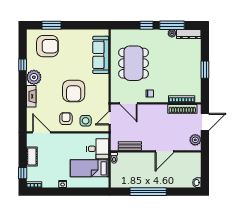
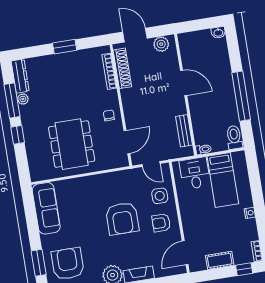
sofa: (101, 55) -> (46, 208), moved, turned -90
dining table: (134, 63) -> (72, 144), turned 90
armchair: (74, 91) -> (122, 219), turned 90
toilet: (119, 182) -> (234, 137), added

